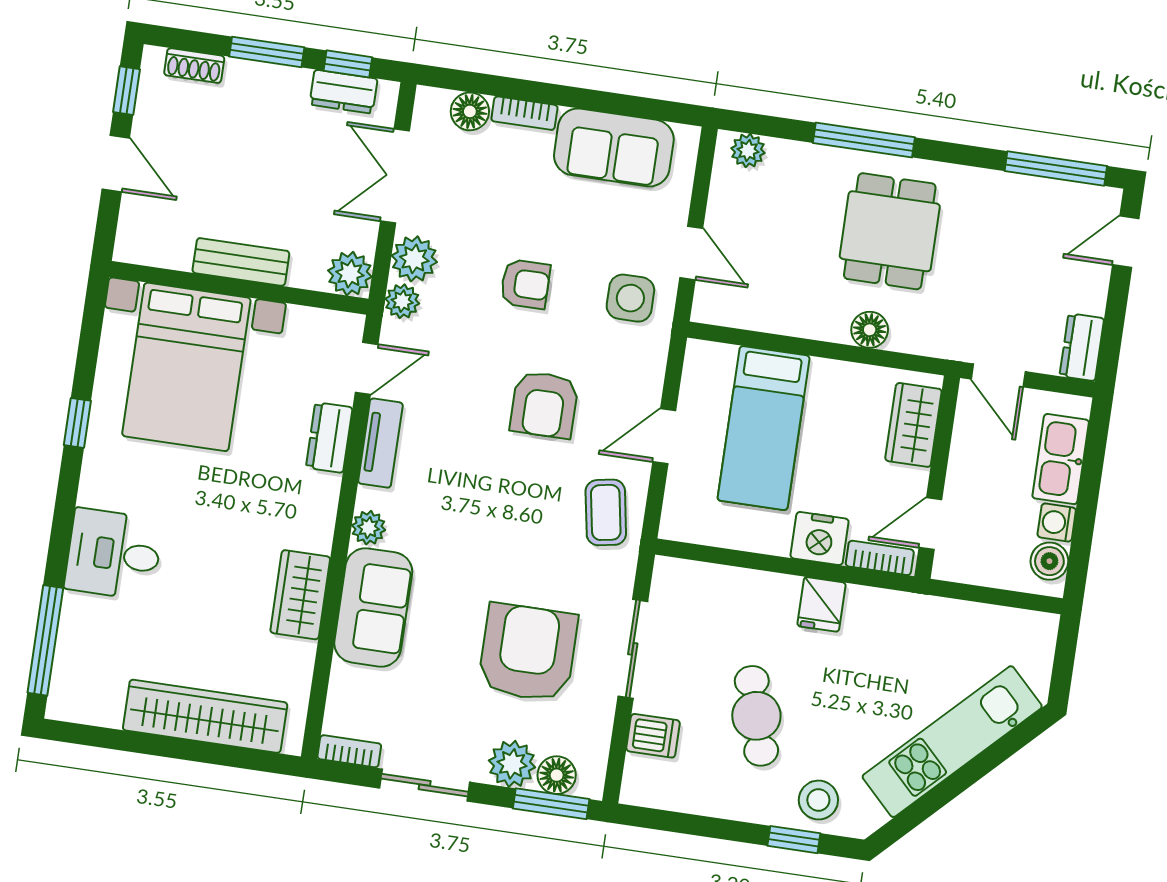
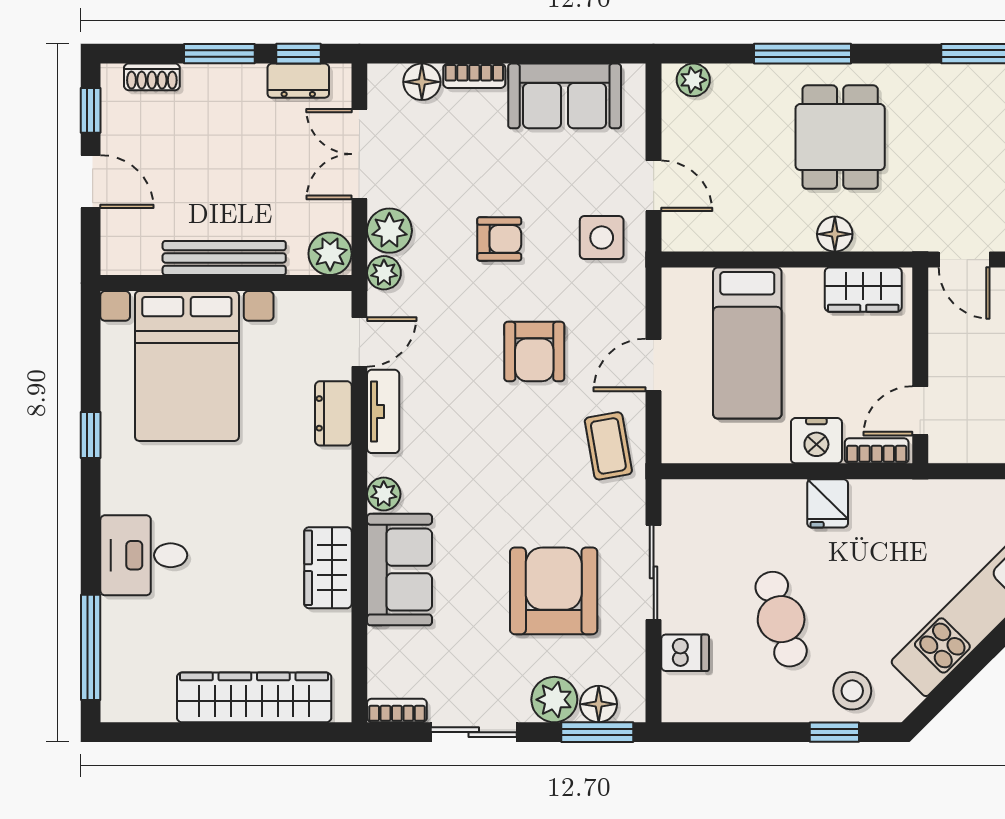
bench: (241, 262) -> (224, 258), width x1.36
wardrobe: (913, 425) -> (863, 290), moved, turned -90

